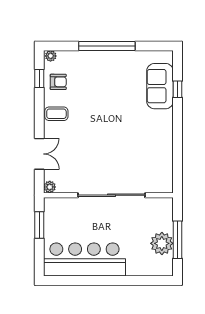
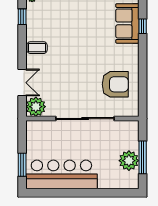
armchair: (58, 82) -> (115, 84), moved, width x1.88, depth x1.88
plant: (50, 187) -> (36, 107), width x1.88, depth x1.88
window: (39, 225) -> (22, 165), moved

